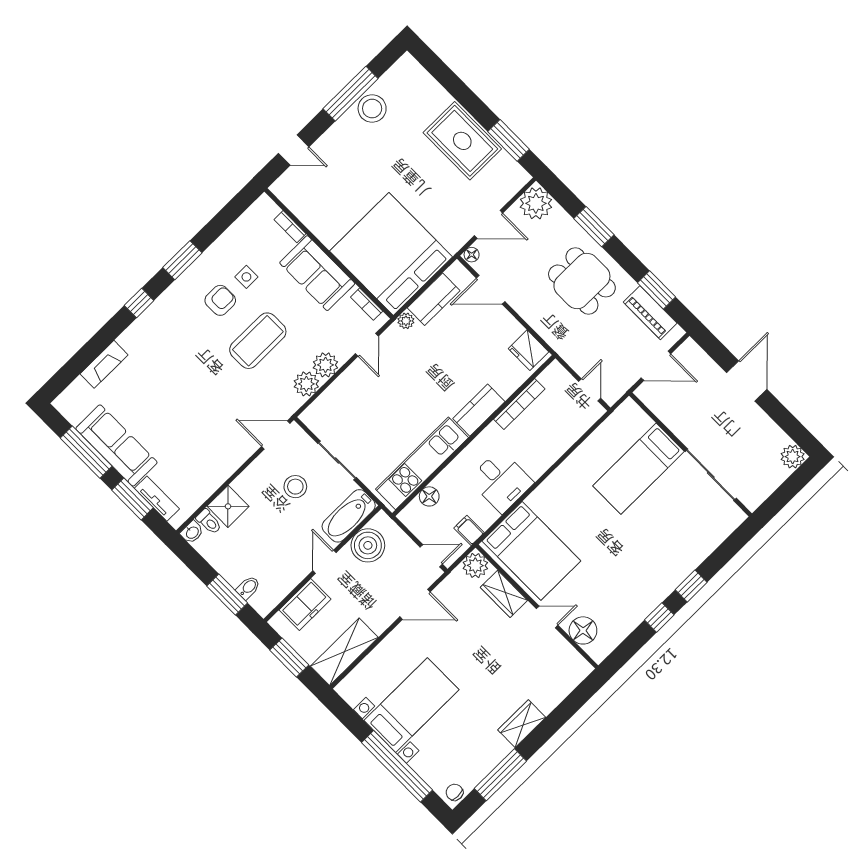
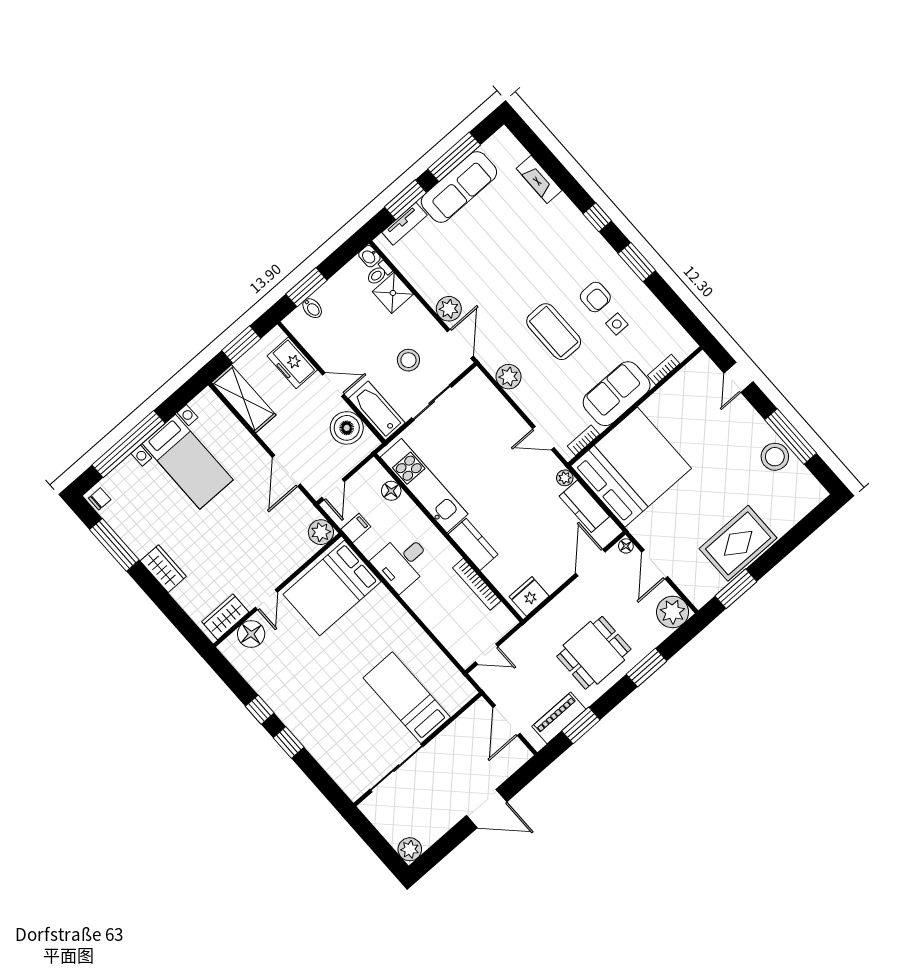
plant: (325, 365) -> (449, 309), moved
wardrobe: (504, 594) -> (225, 617), moved

